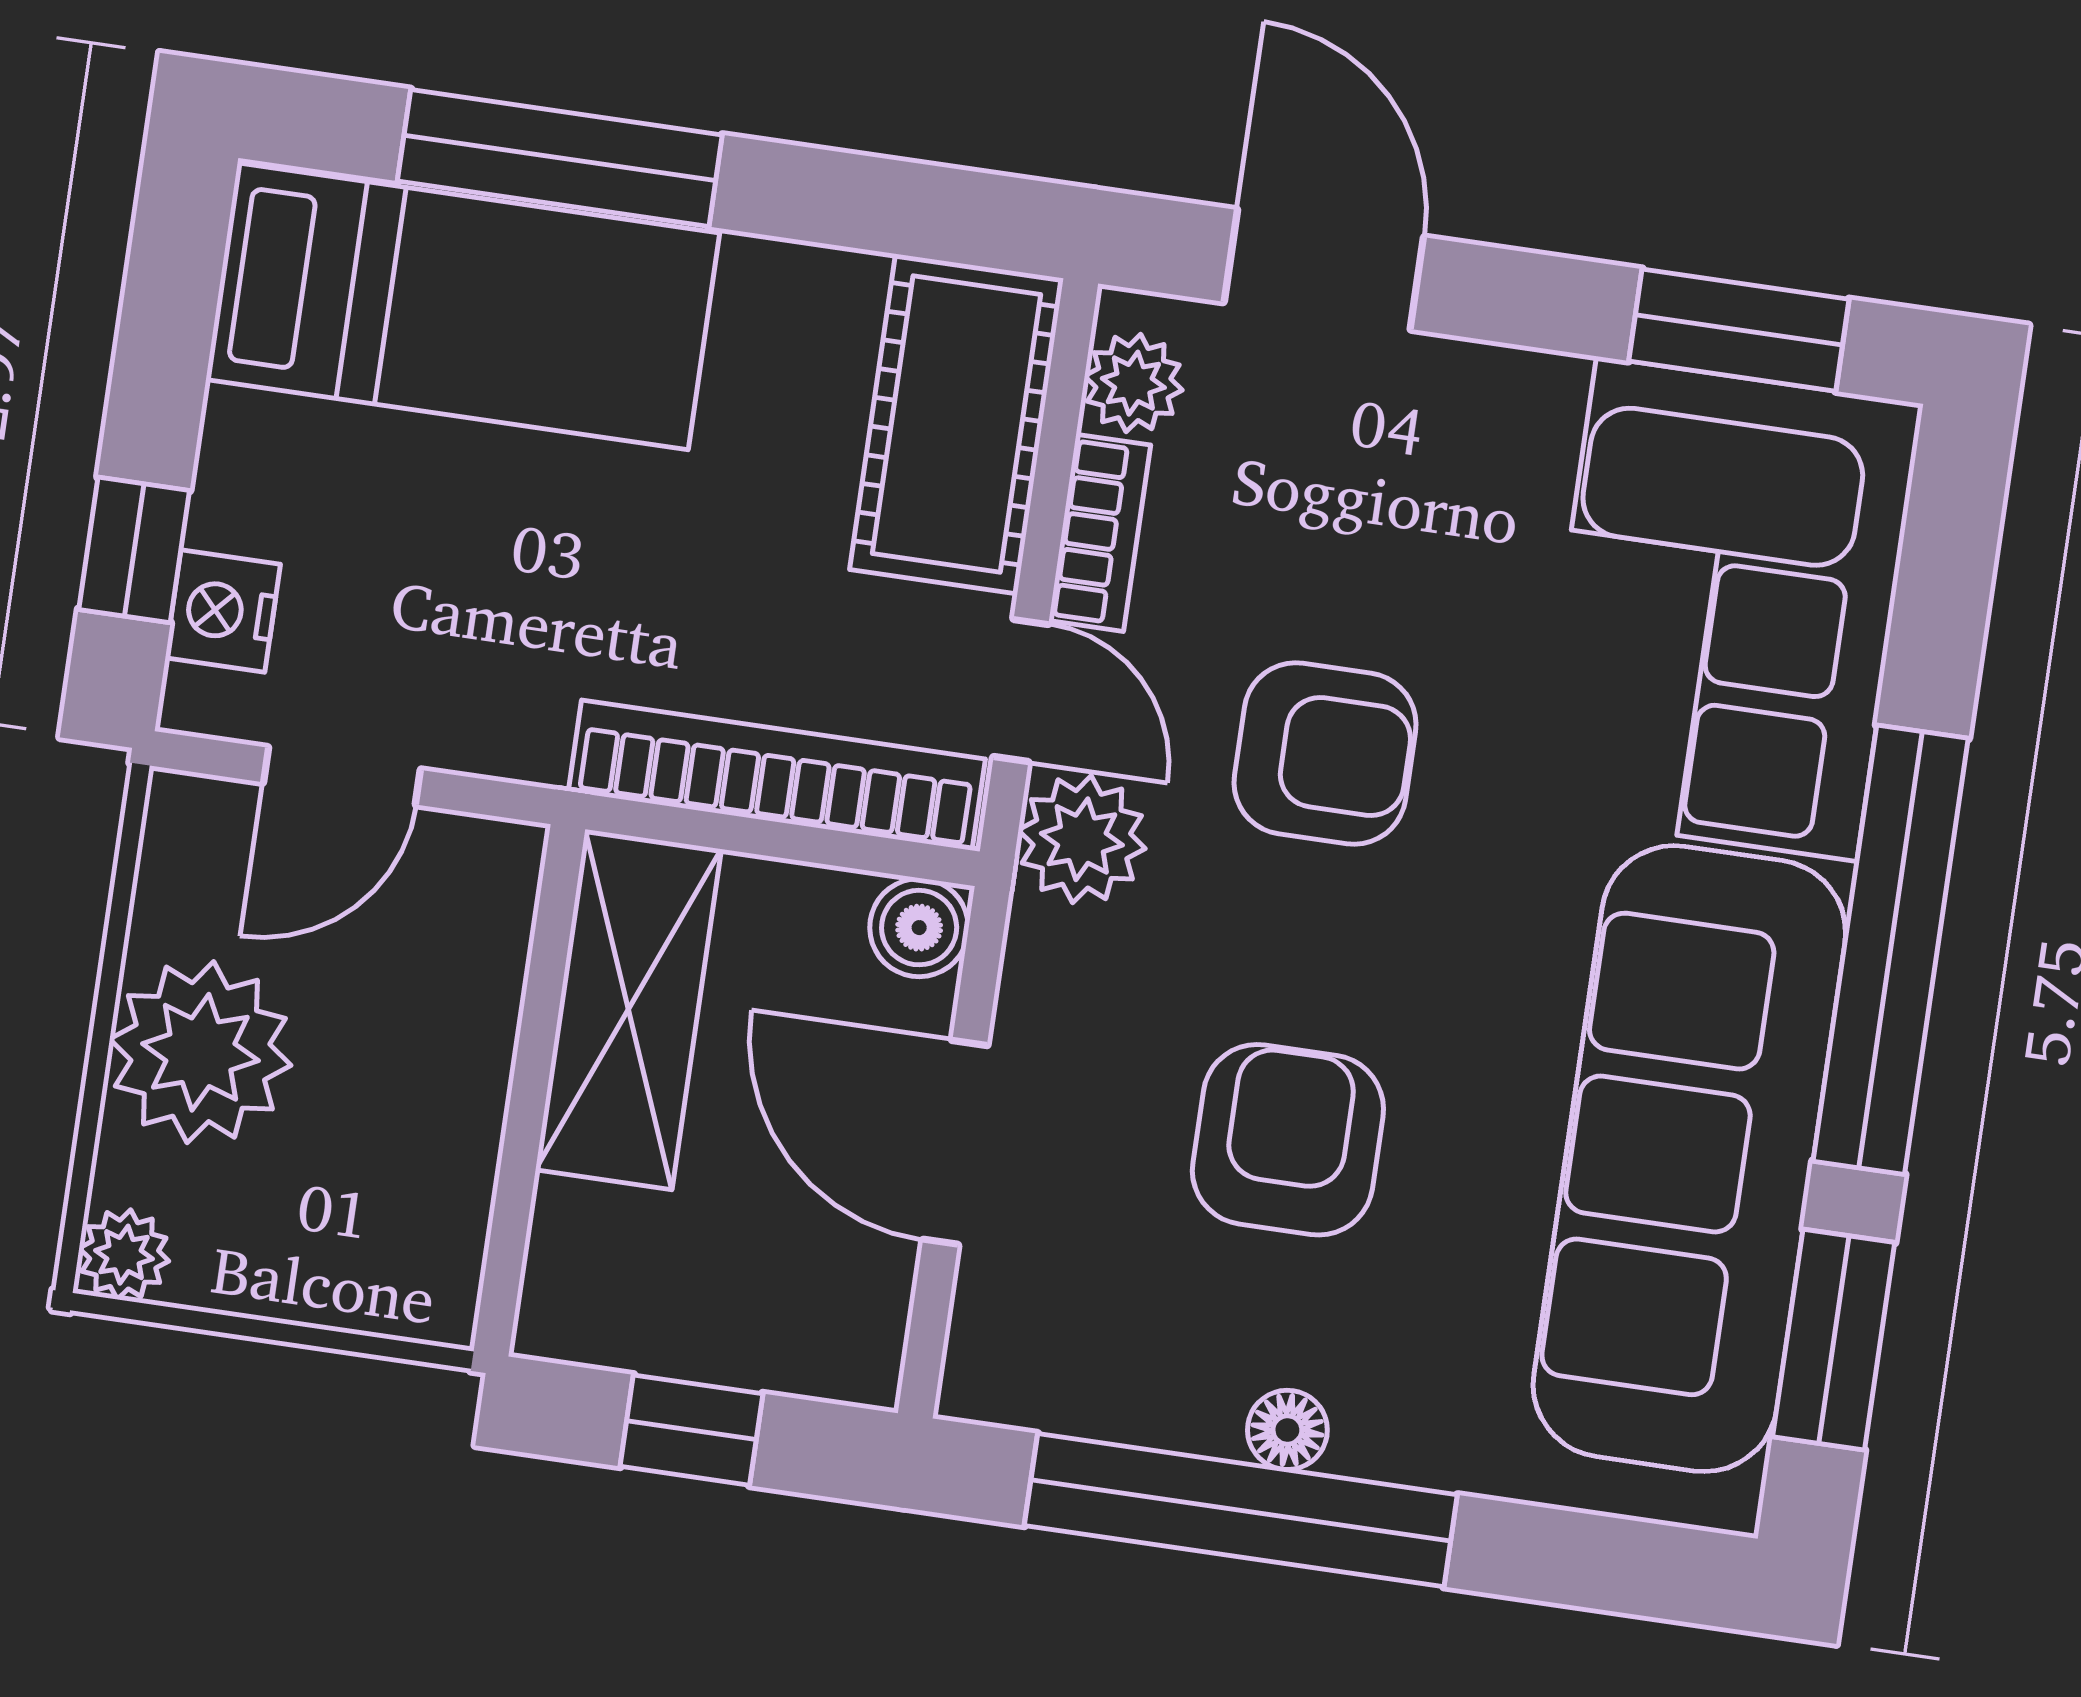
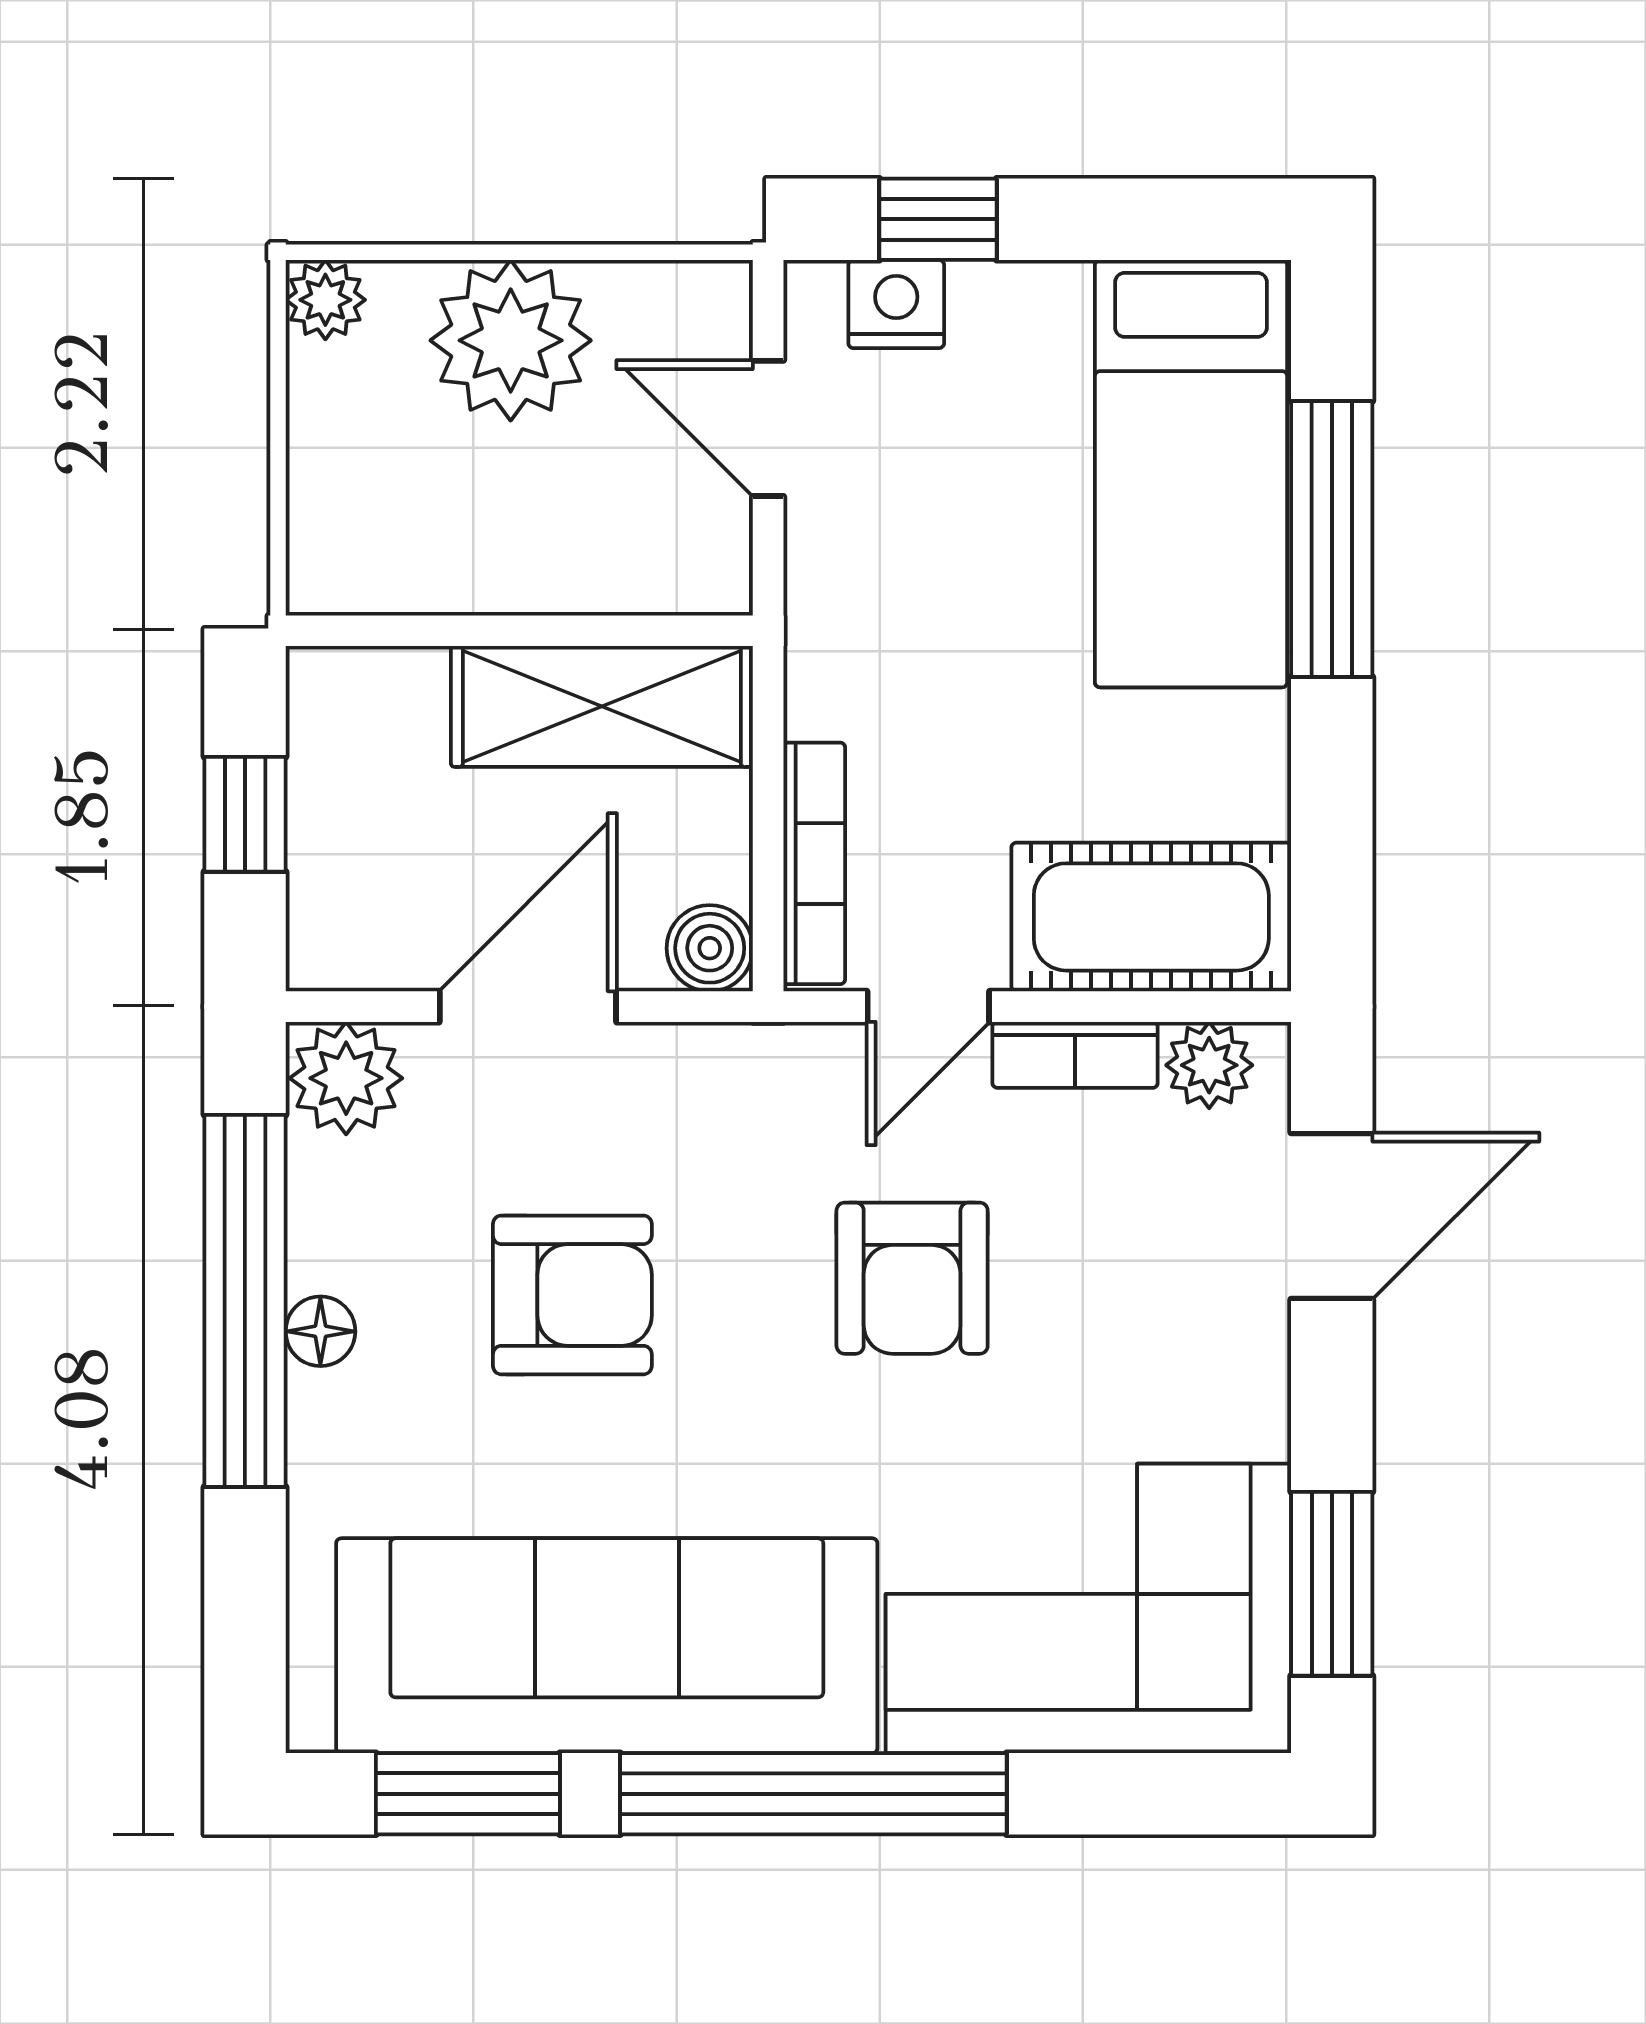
bookcase: (777, 775) -> (814, 863), width x0.68, depth x0.76
plant: (1082, 839) -> (346, 1078), moved

